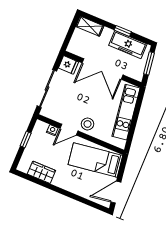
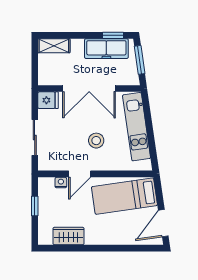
window: (123, 31) -> (113, 35), moved
sliding door: (47, 89) -> (35, 138), width x0.73
stool: (87, 124) -> (96, 141), moved

